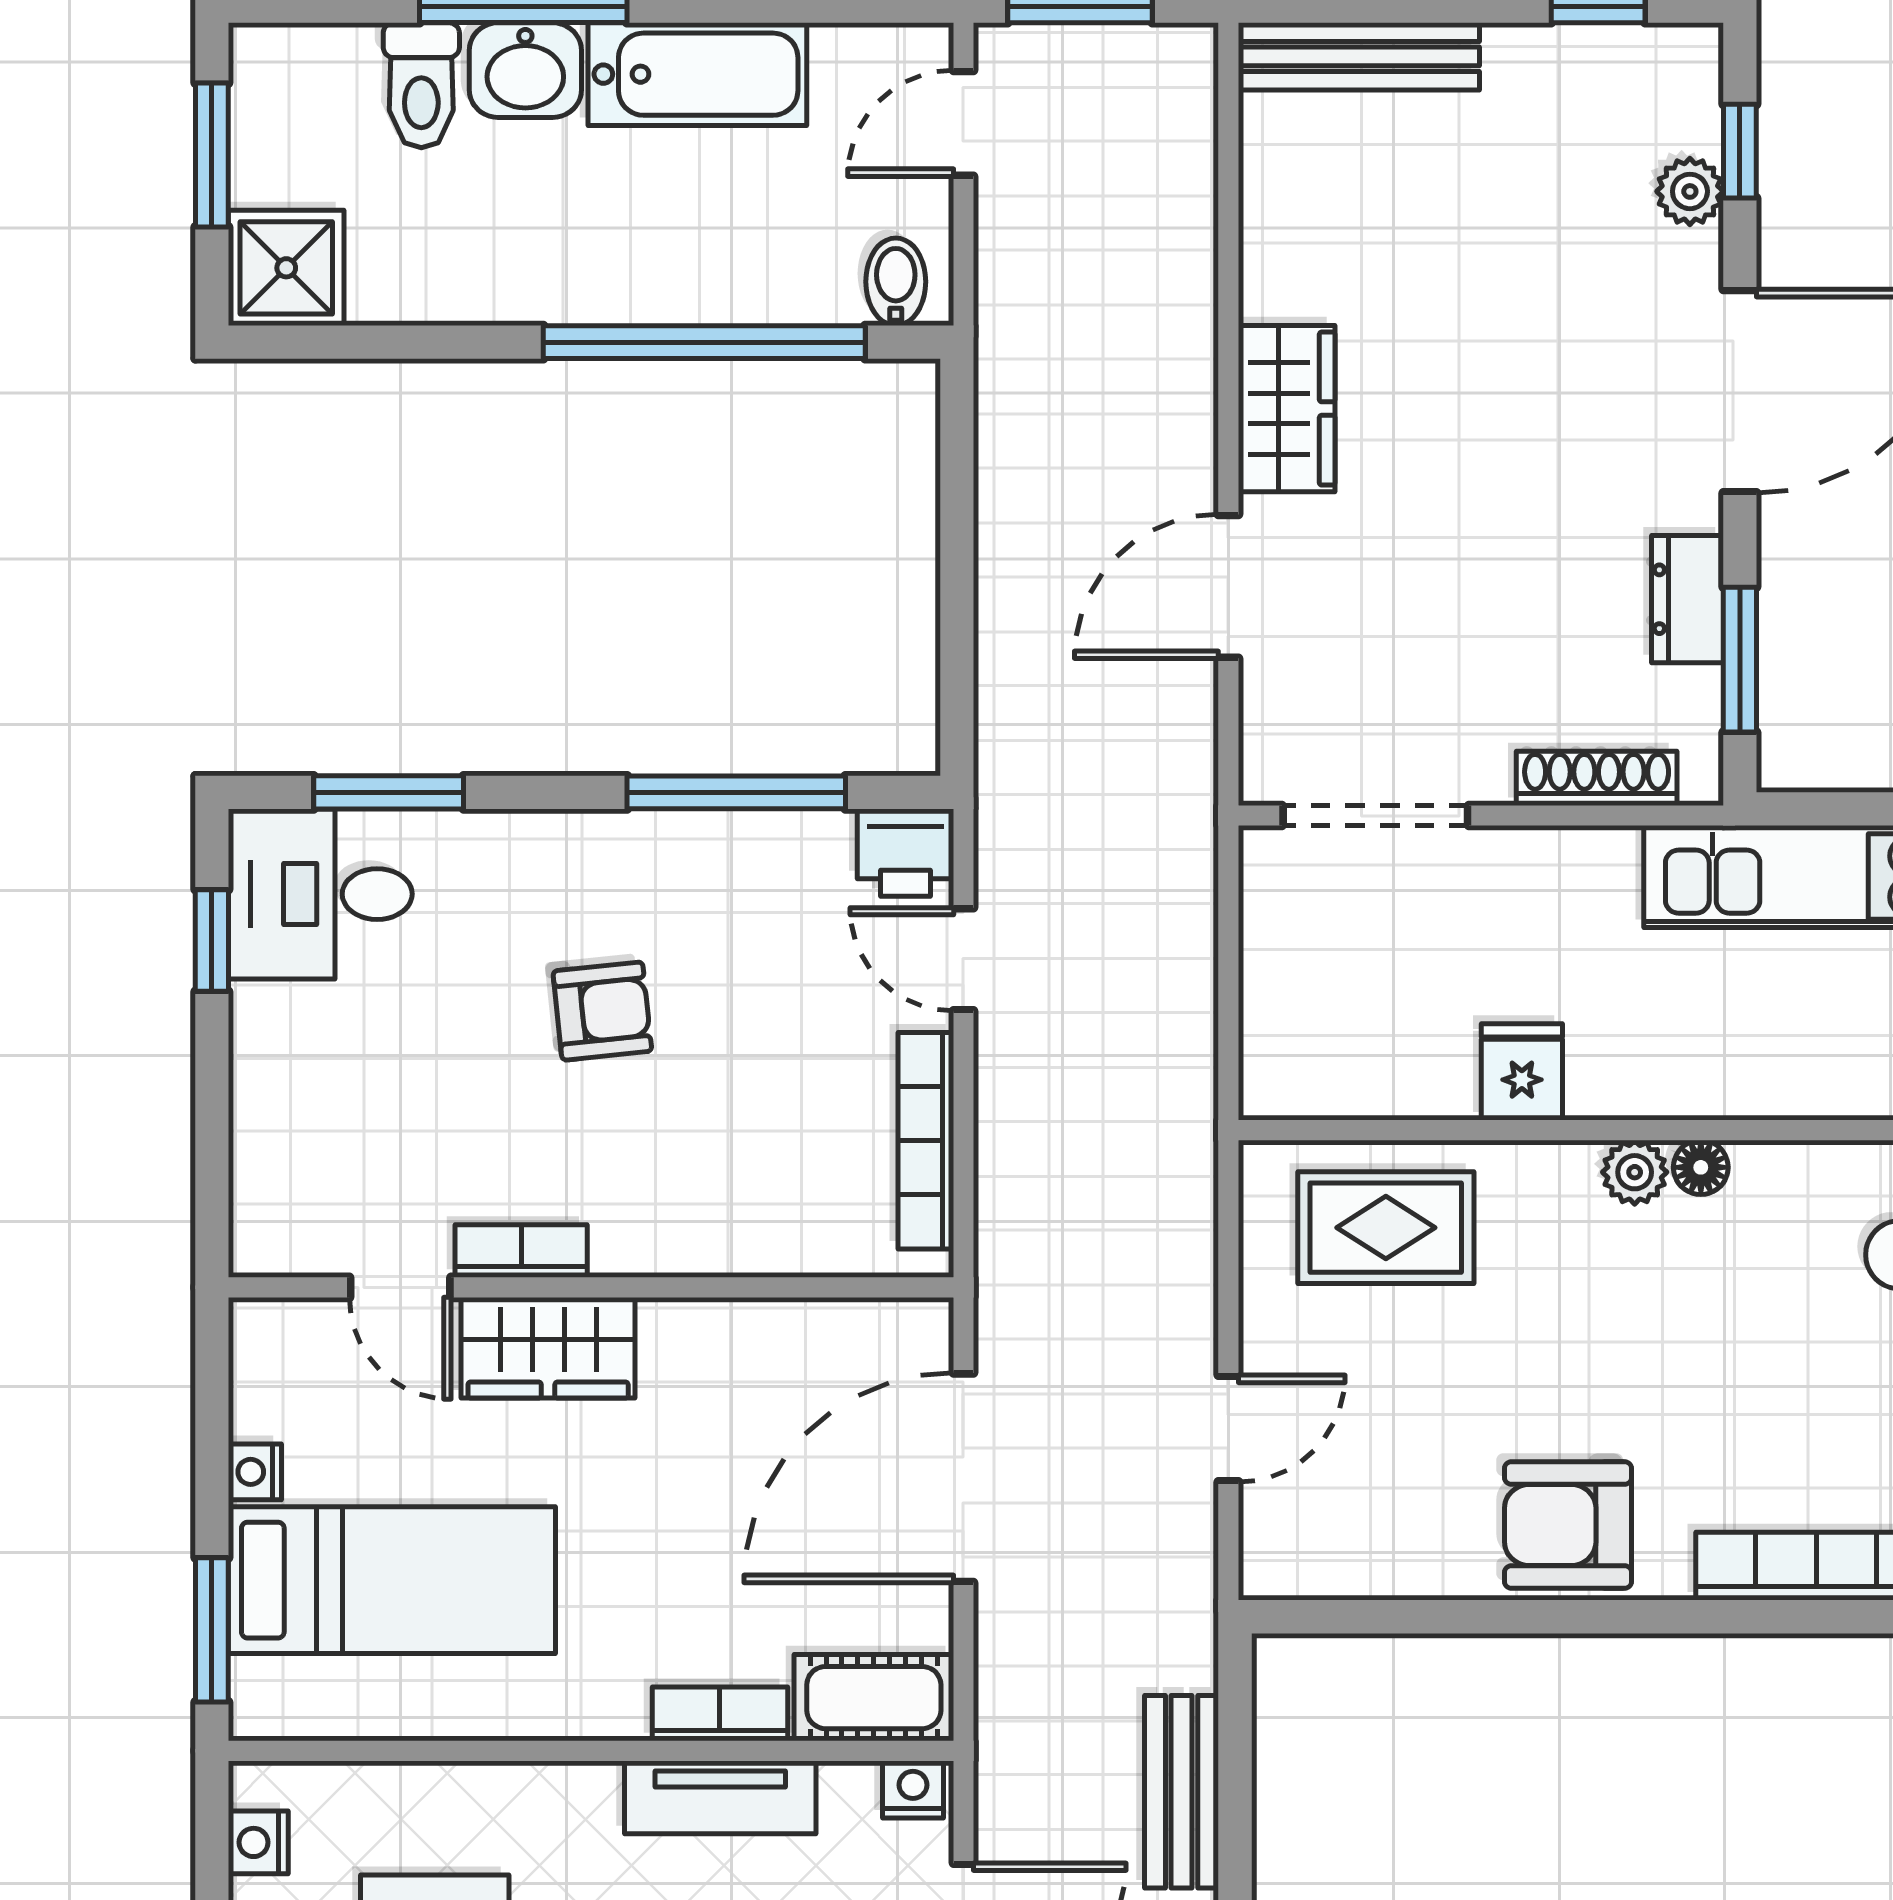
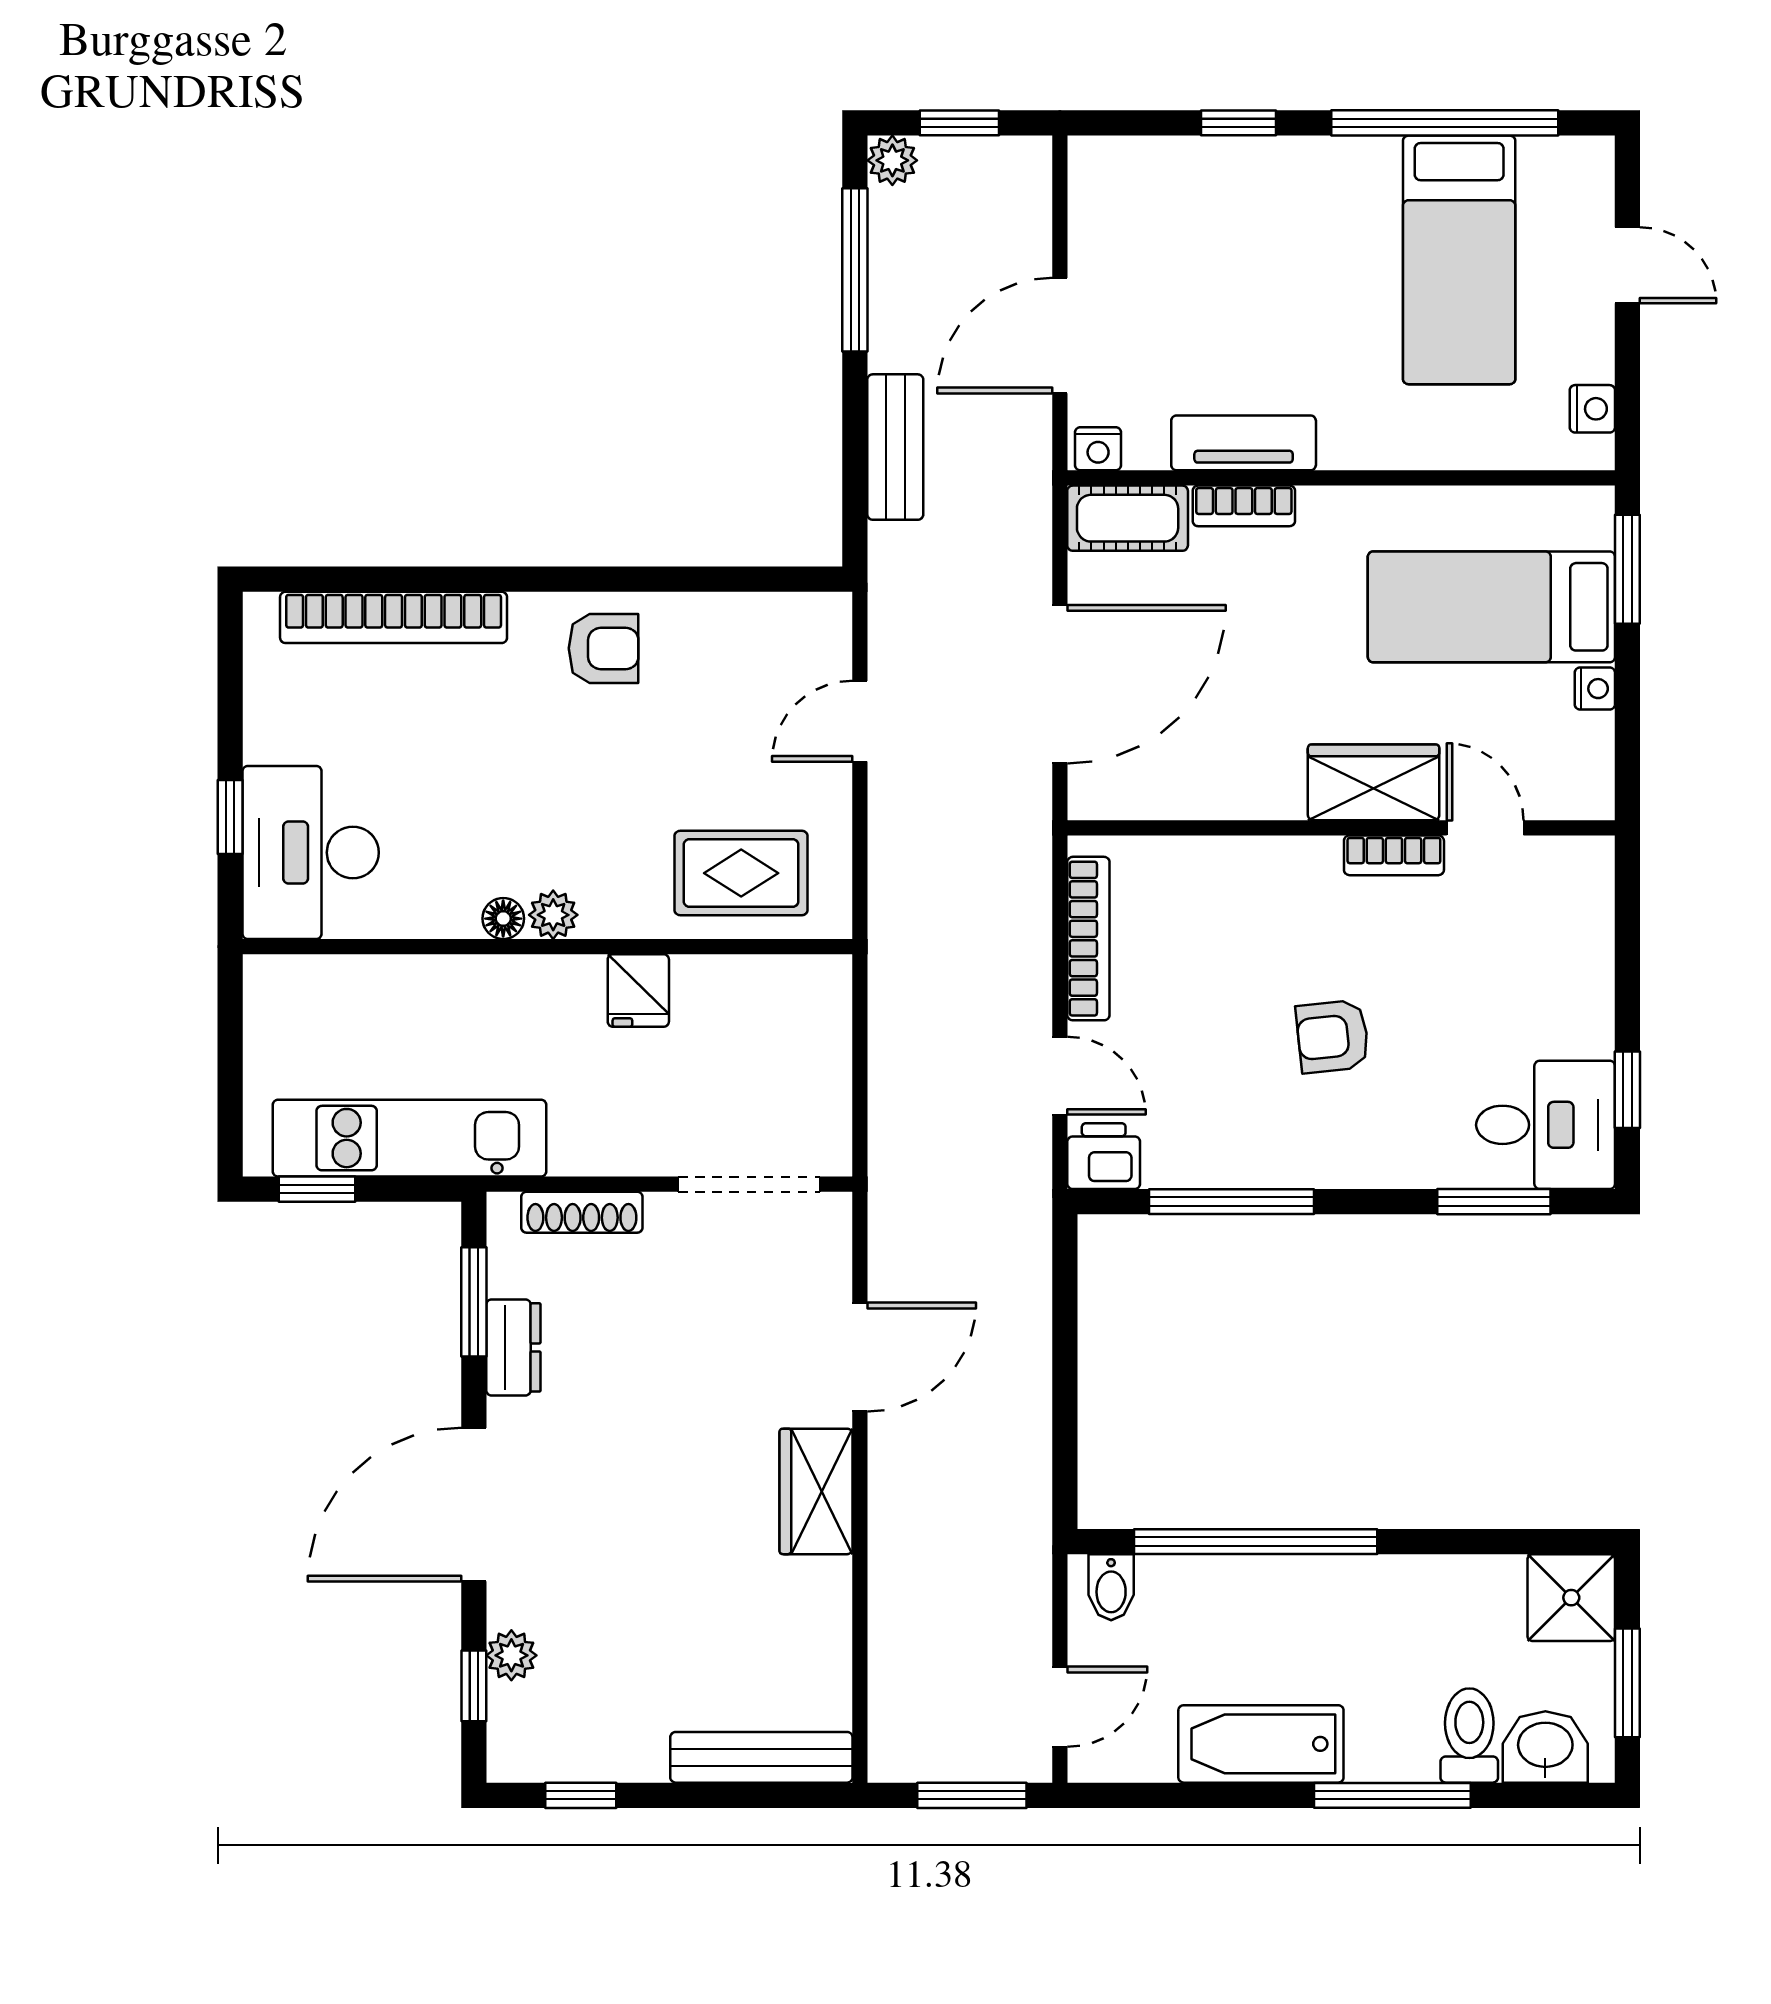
washbasin: (525, 70) -> (1545, 1747), moved
armchair: (1568, 1525) -> (604, 648), width x0.72, depth x0.72

